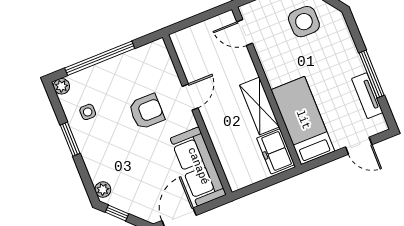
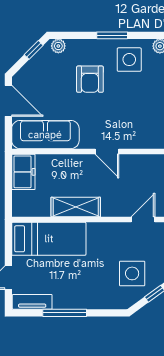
tv unit: (367, 96) -> (32, 302), moved
side table: (88, 112) -> (129, 60), width x1.87, depth x1.87
armchair: (147, 112) -> (90, 79), moved
freezer: (276, 151) -> (23, 172), moved, turned 90

